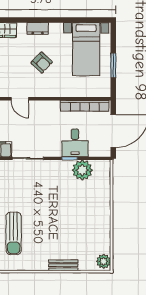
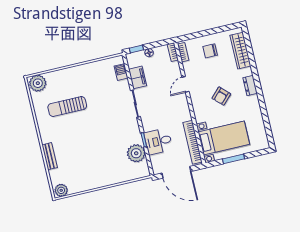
bed with nightstands: (86, 49) -> (224, 138), moved, turned 180

